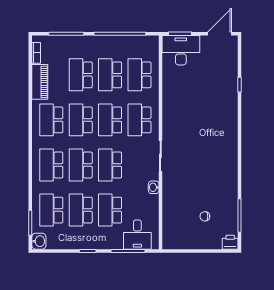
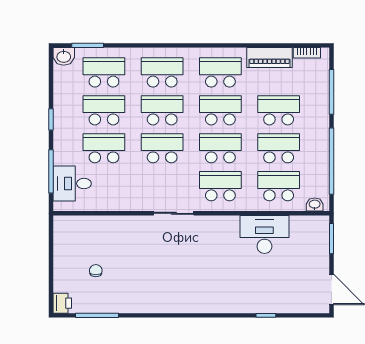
desk: (181, 50) -> (264, 234), moved, turned -90
washbasin: (154, 187) -> (315, 205), moved

